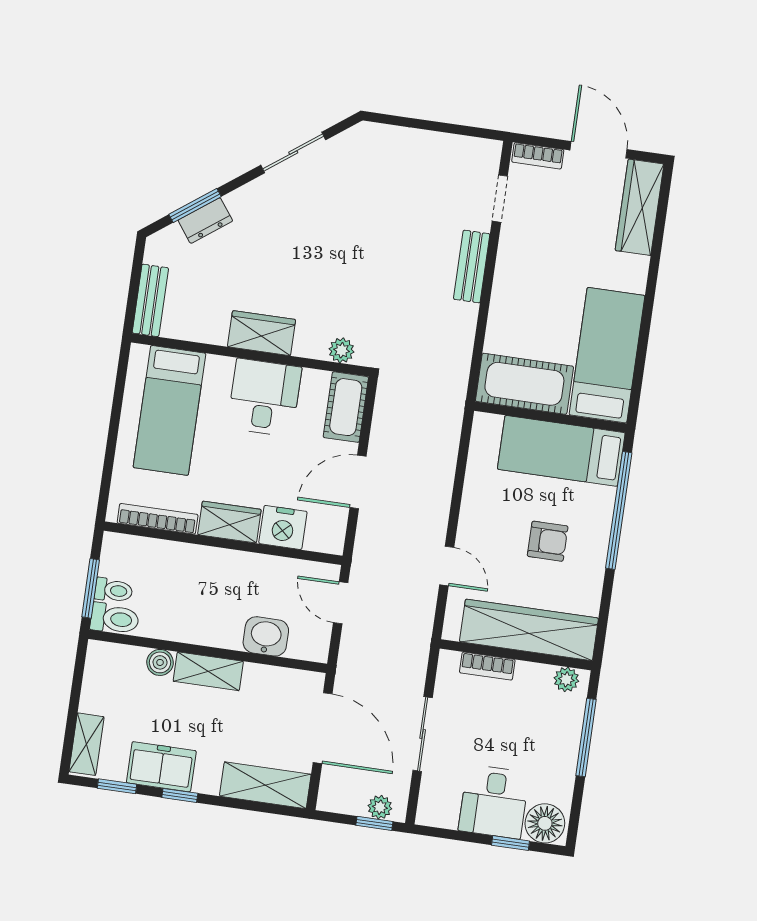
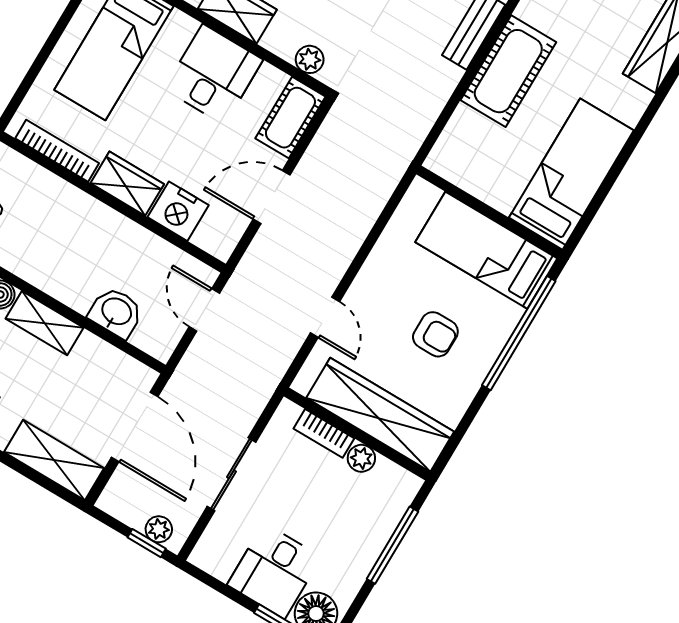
cot: (524, 384) -> (508, 71), moved, turned 90
plant: (566, 679) -> (361, 458), moved

